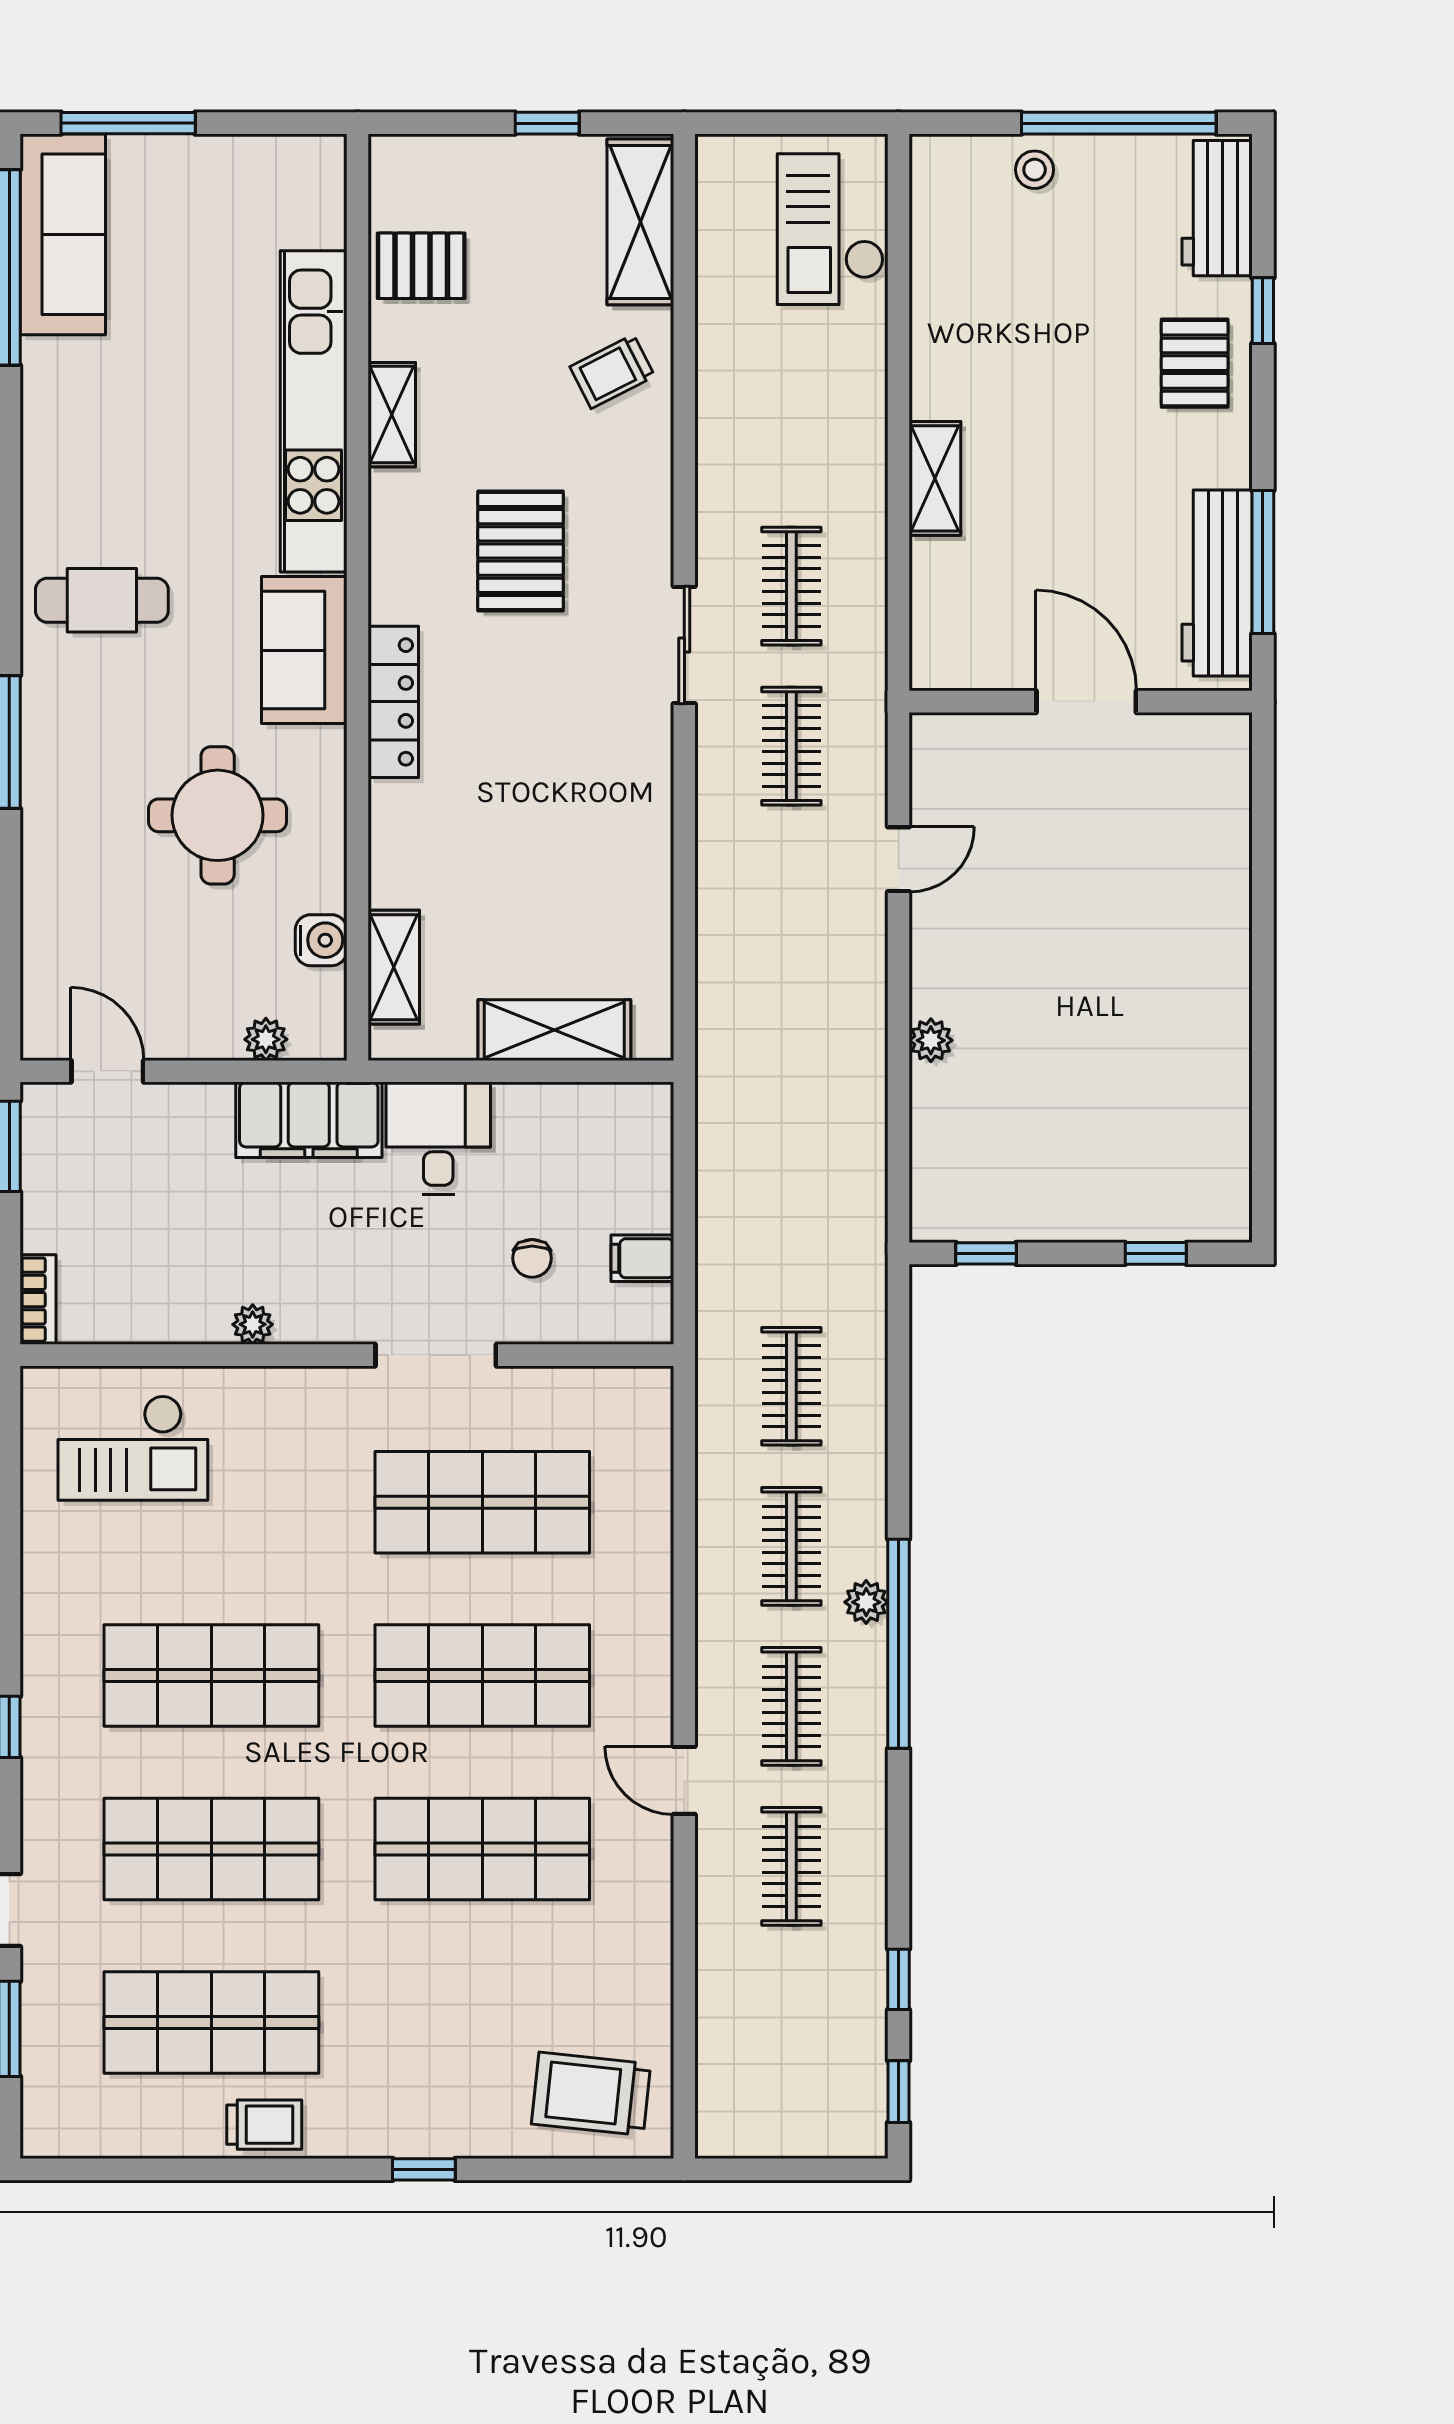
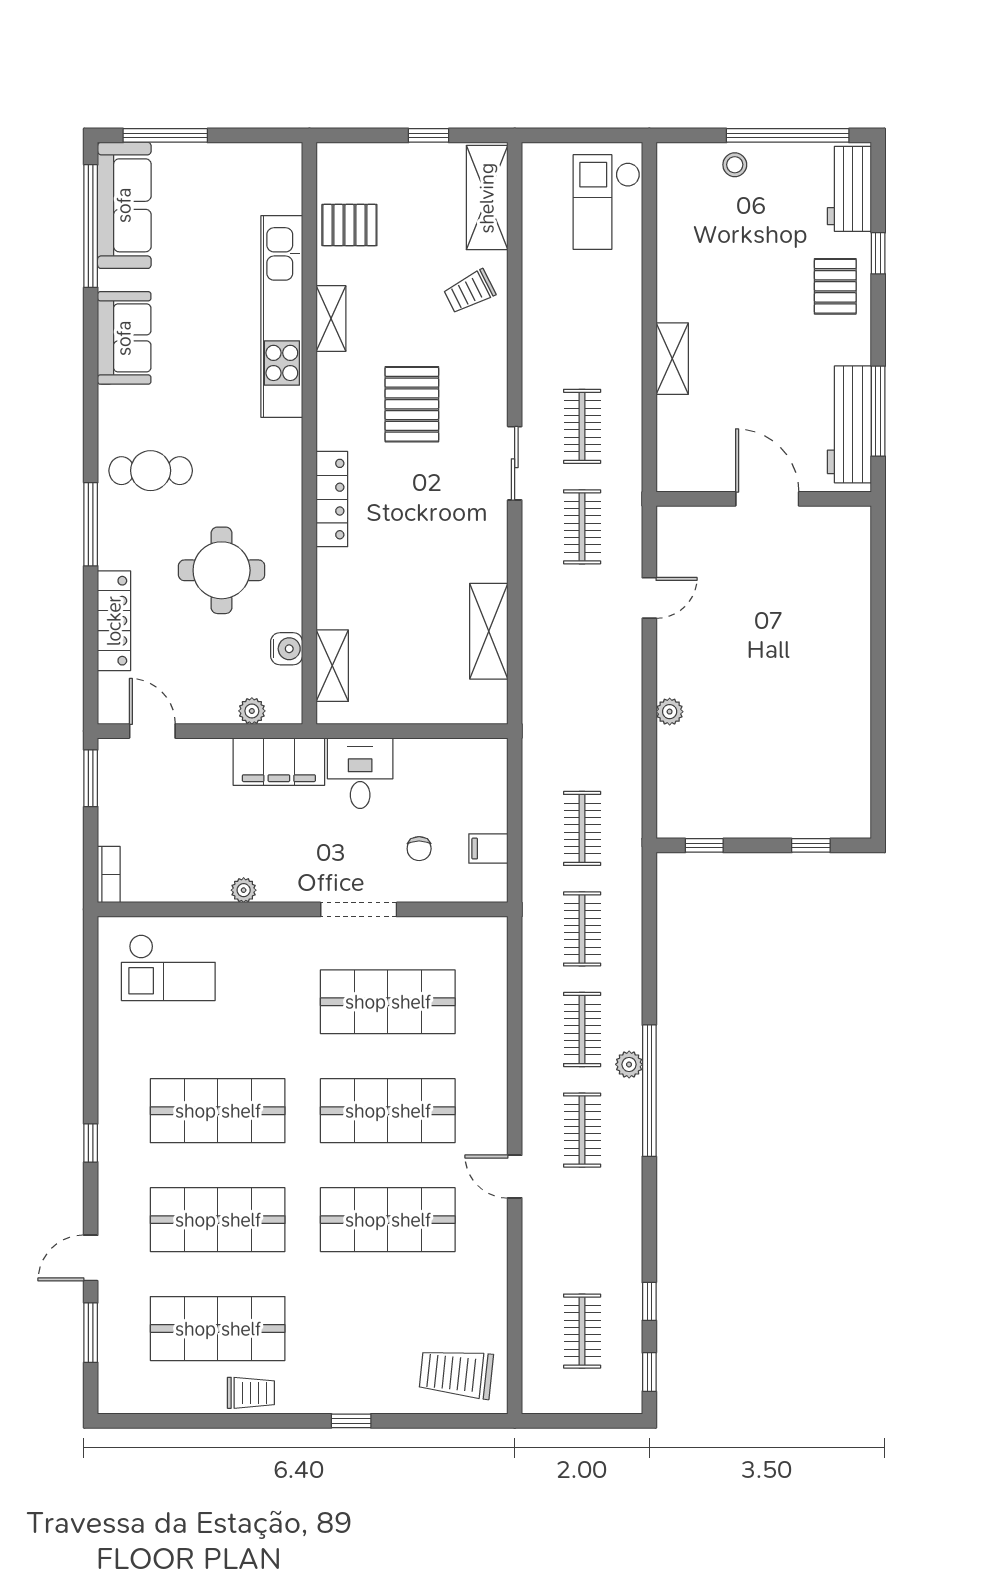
cafe table: (102, 600) -> (151, 471), moved
sofa: (304, 650) -> (124, 338), moved, turned 180
locker: (46, 896) -> (114, 621), added
shelving: (554, 1030) -> (489, 631), moved, turned 90
clothes rail: (791, 1226) -> (582, 828), added
clothes rail: (791, 1866) -> (582, 1331), moved

